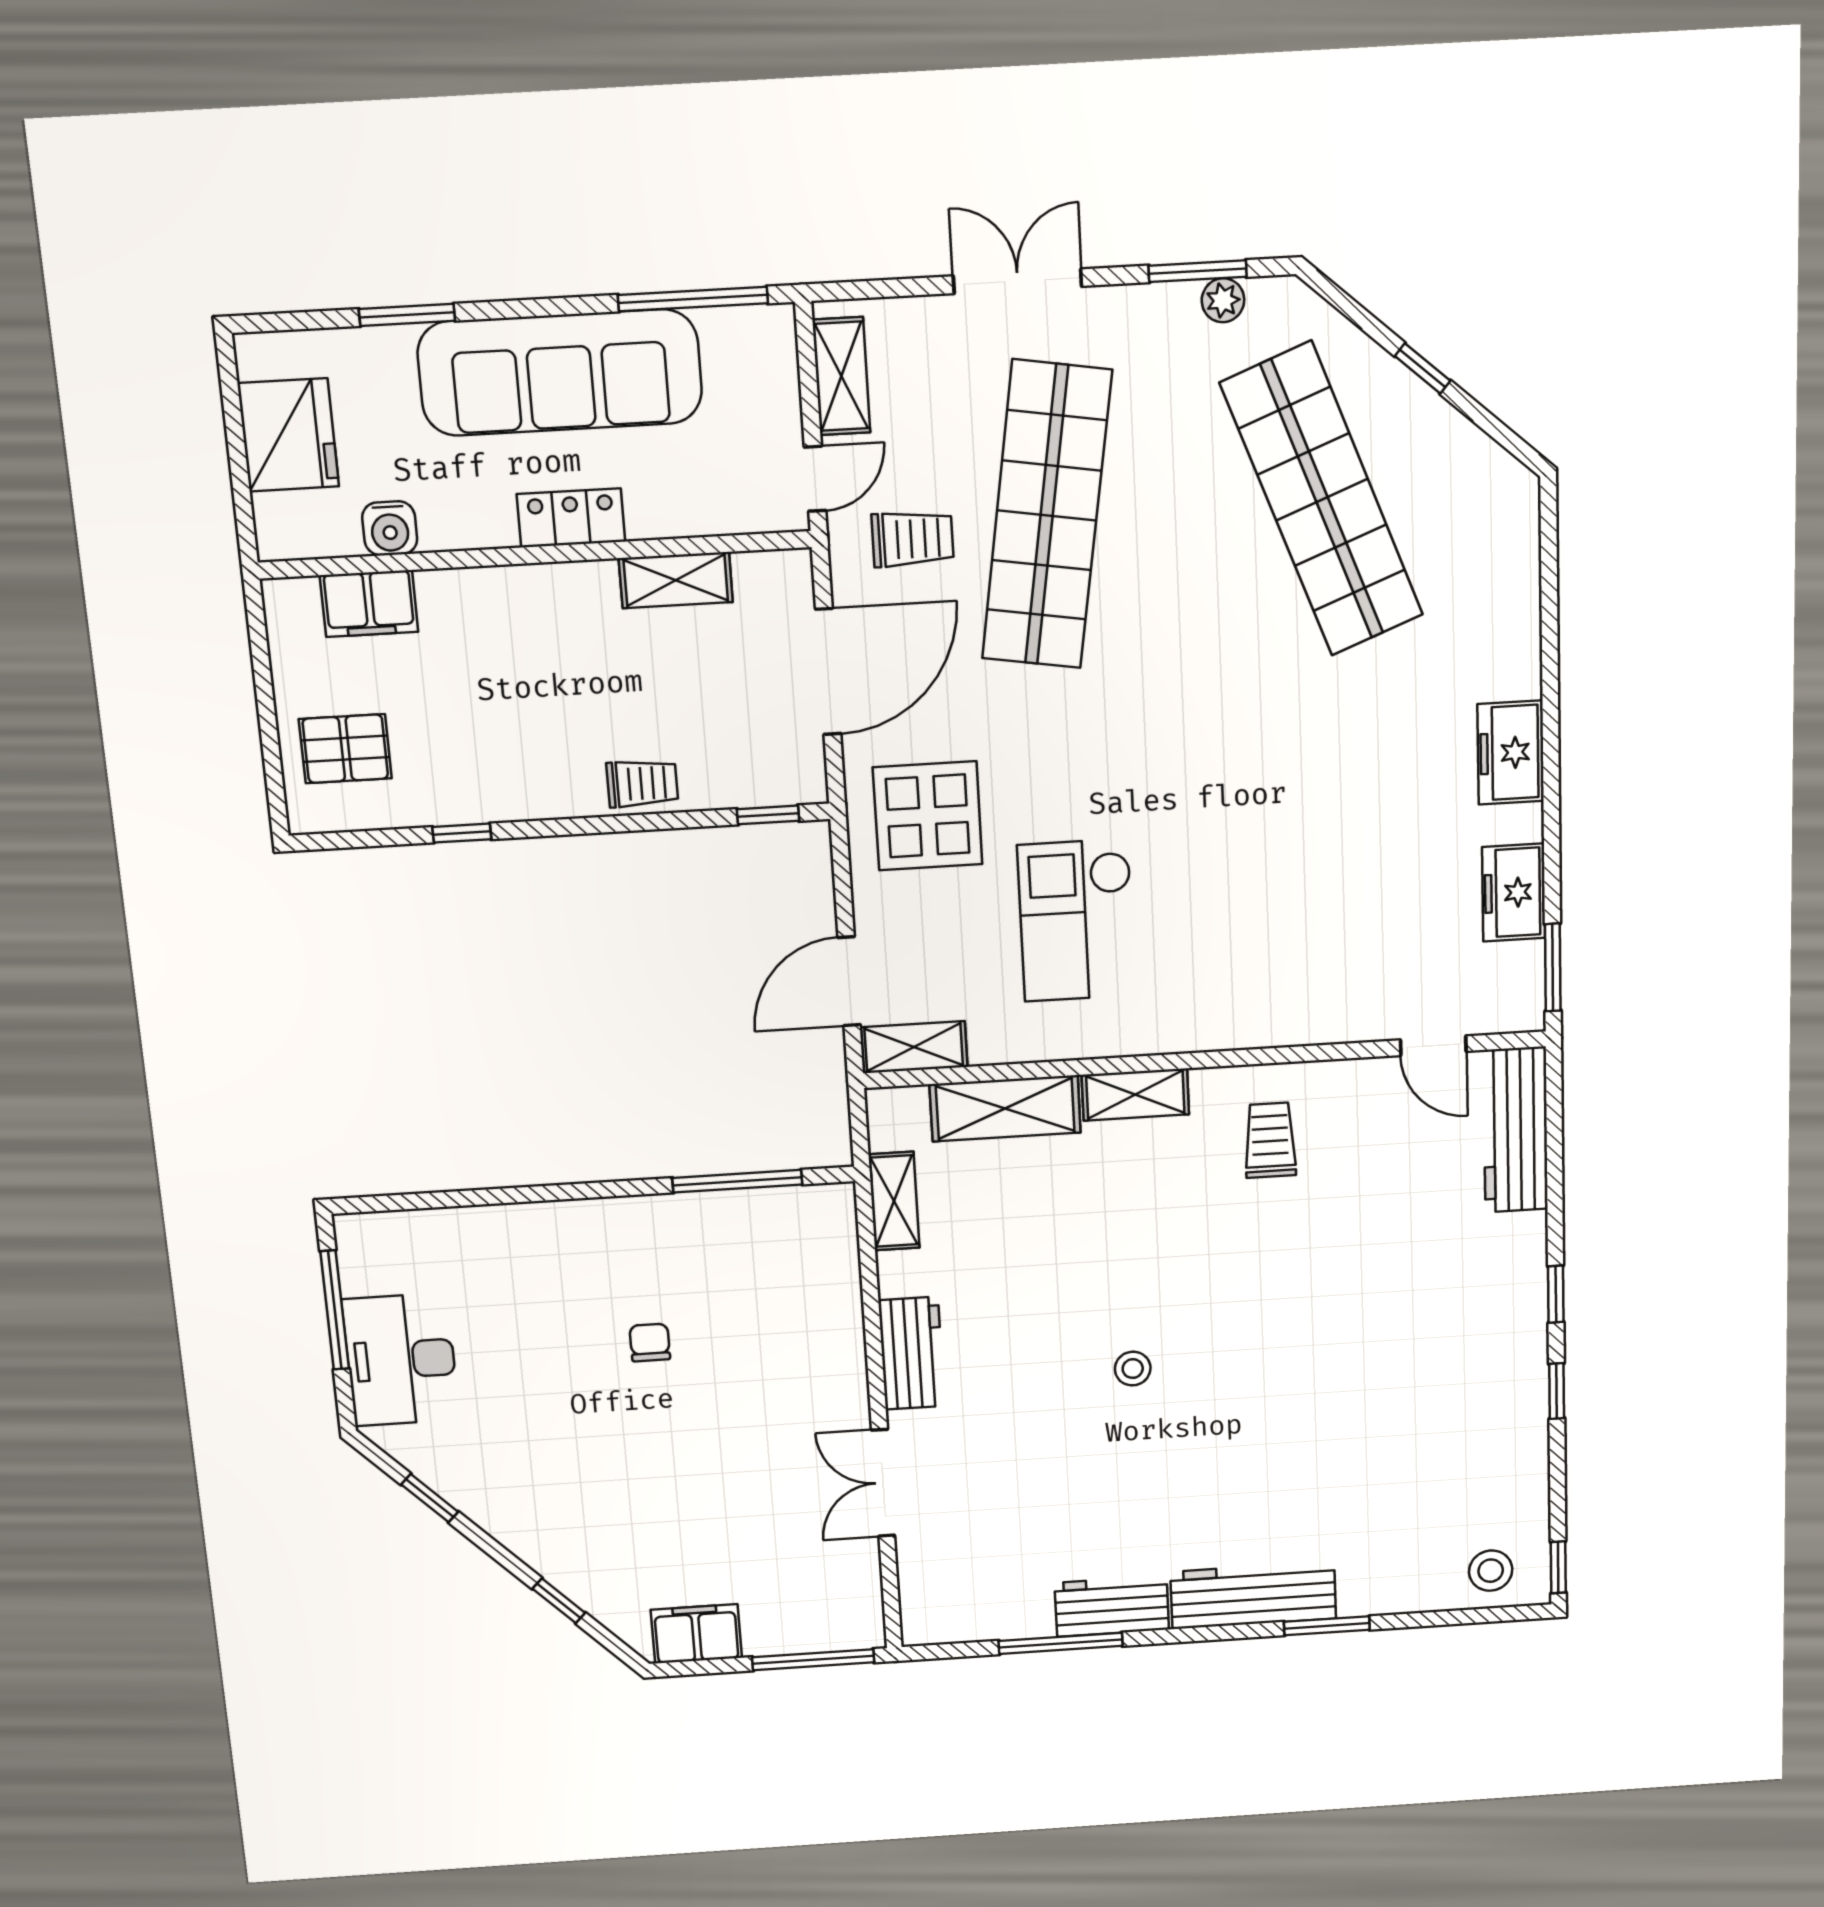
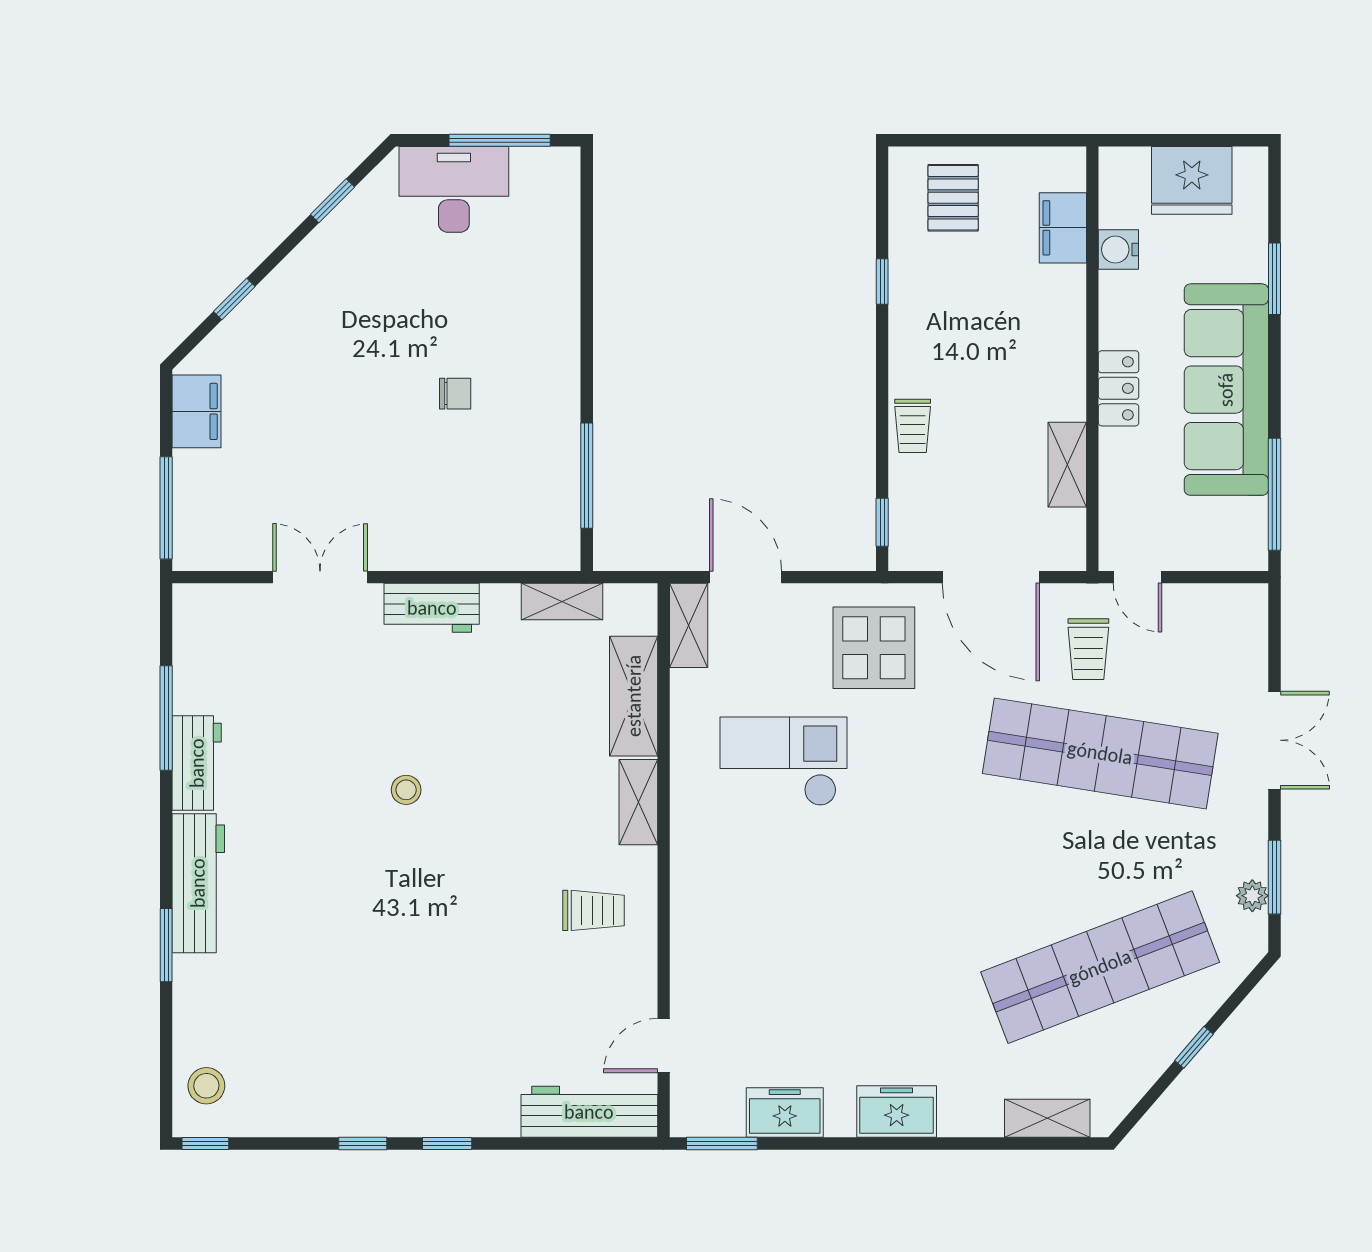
shelving: (841, 376) -> (1047, 1118), moved

